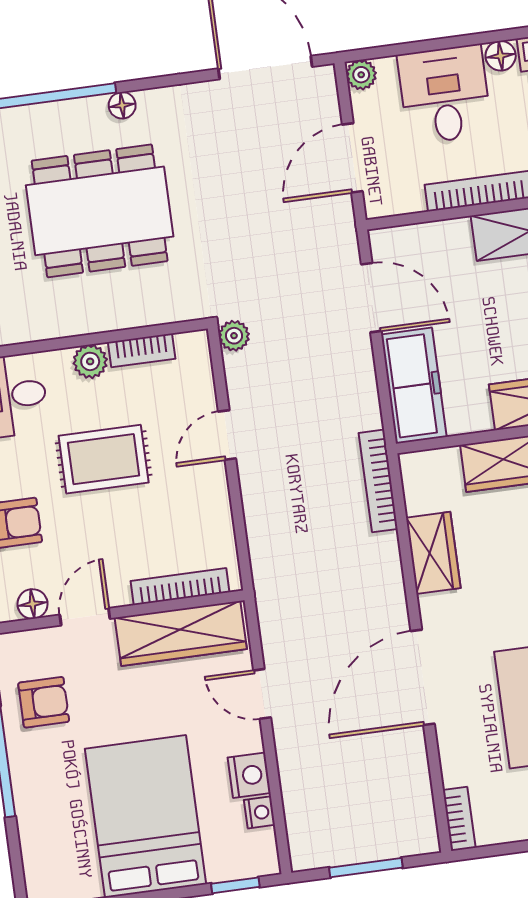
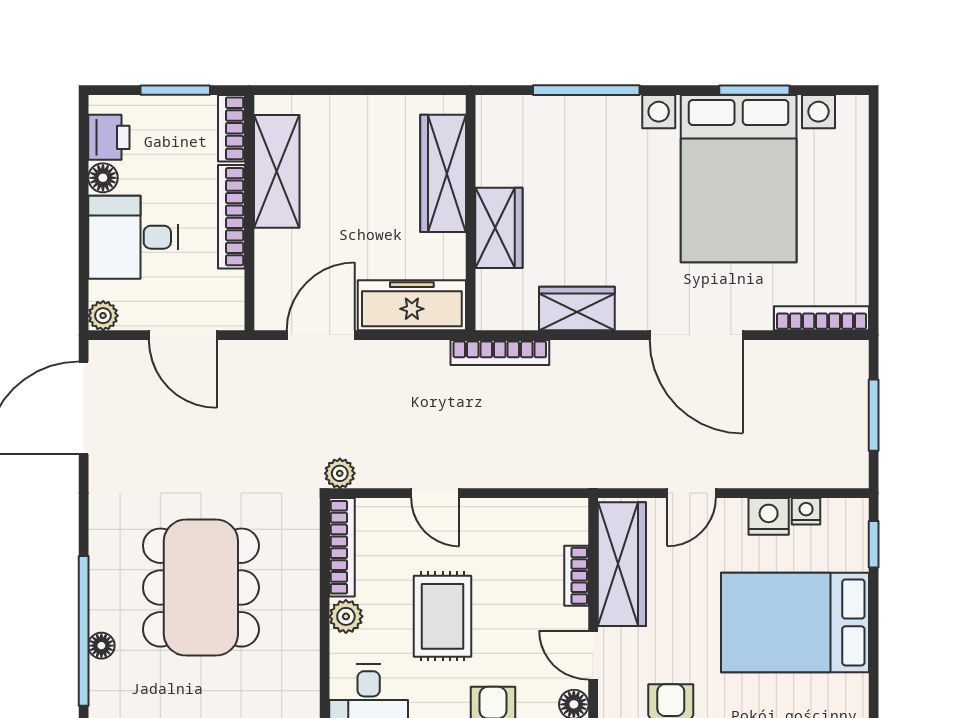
floor lamp: (122, 105) -> (101, 646), moved
bookcase: (142, 350) -> (342, 547), width x1.56
bookcase: (180, 587) -> (576, 576), width x0.64
bookcase: (459, 819) -> (822, 318), width x1.56

